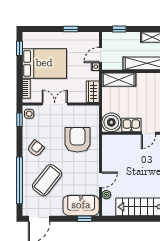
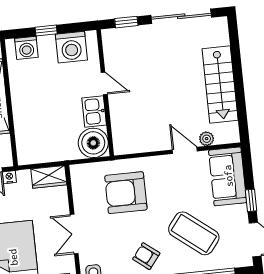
shelving: (119, 80) -> (26, 138), removed
window: (85, 219) -> (251, 200), moved

